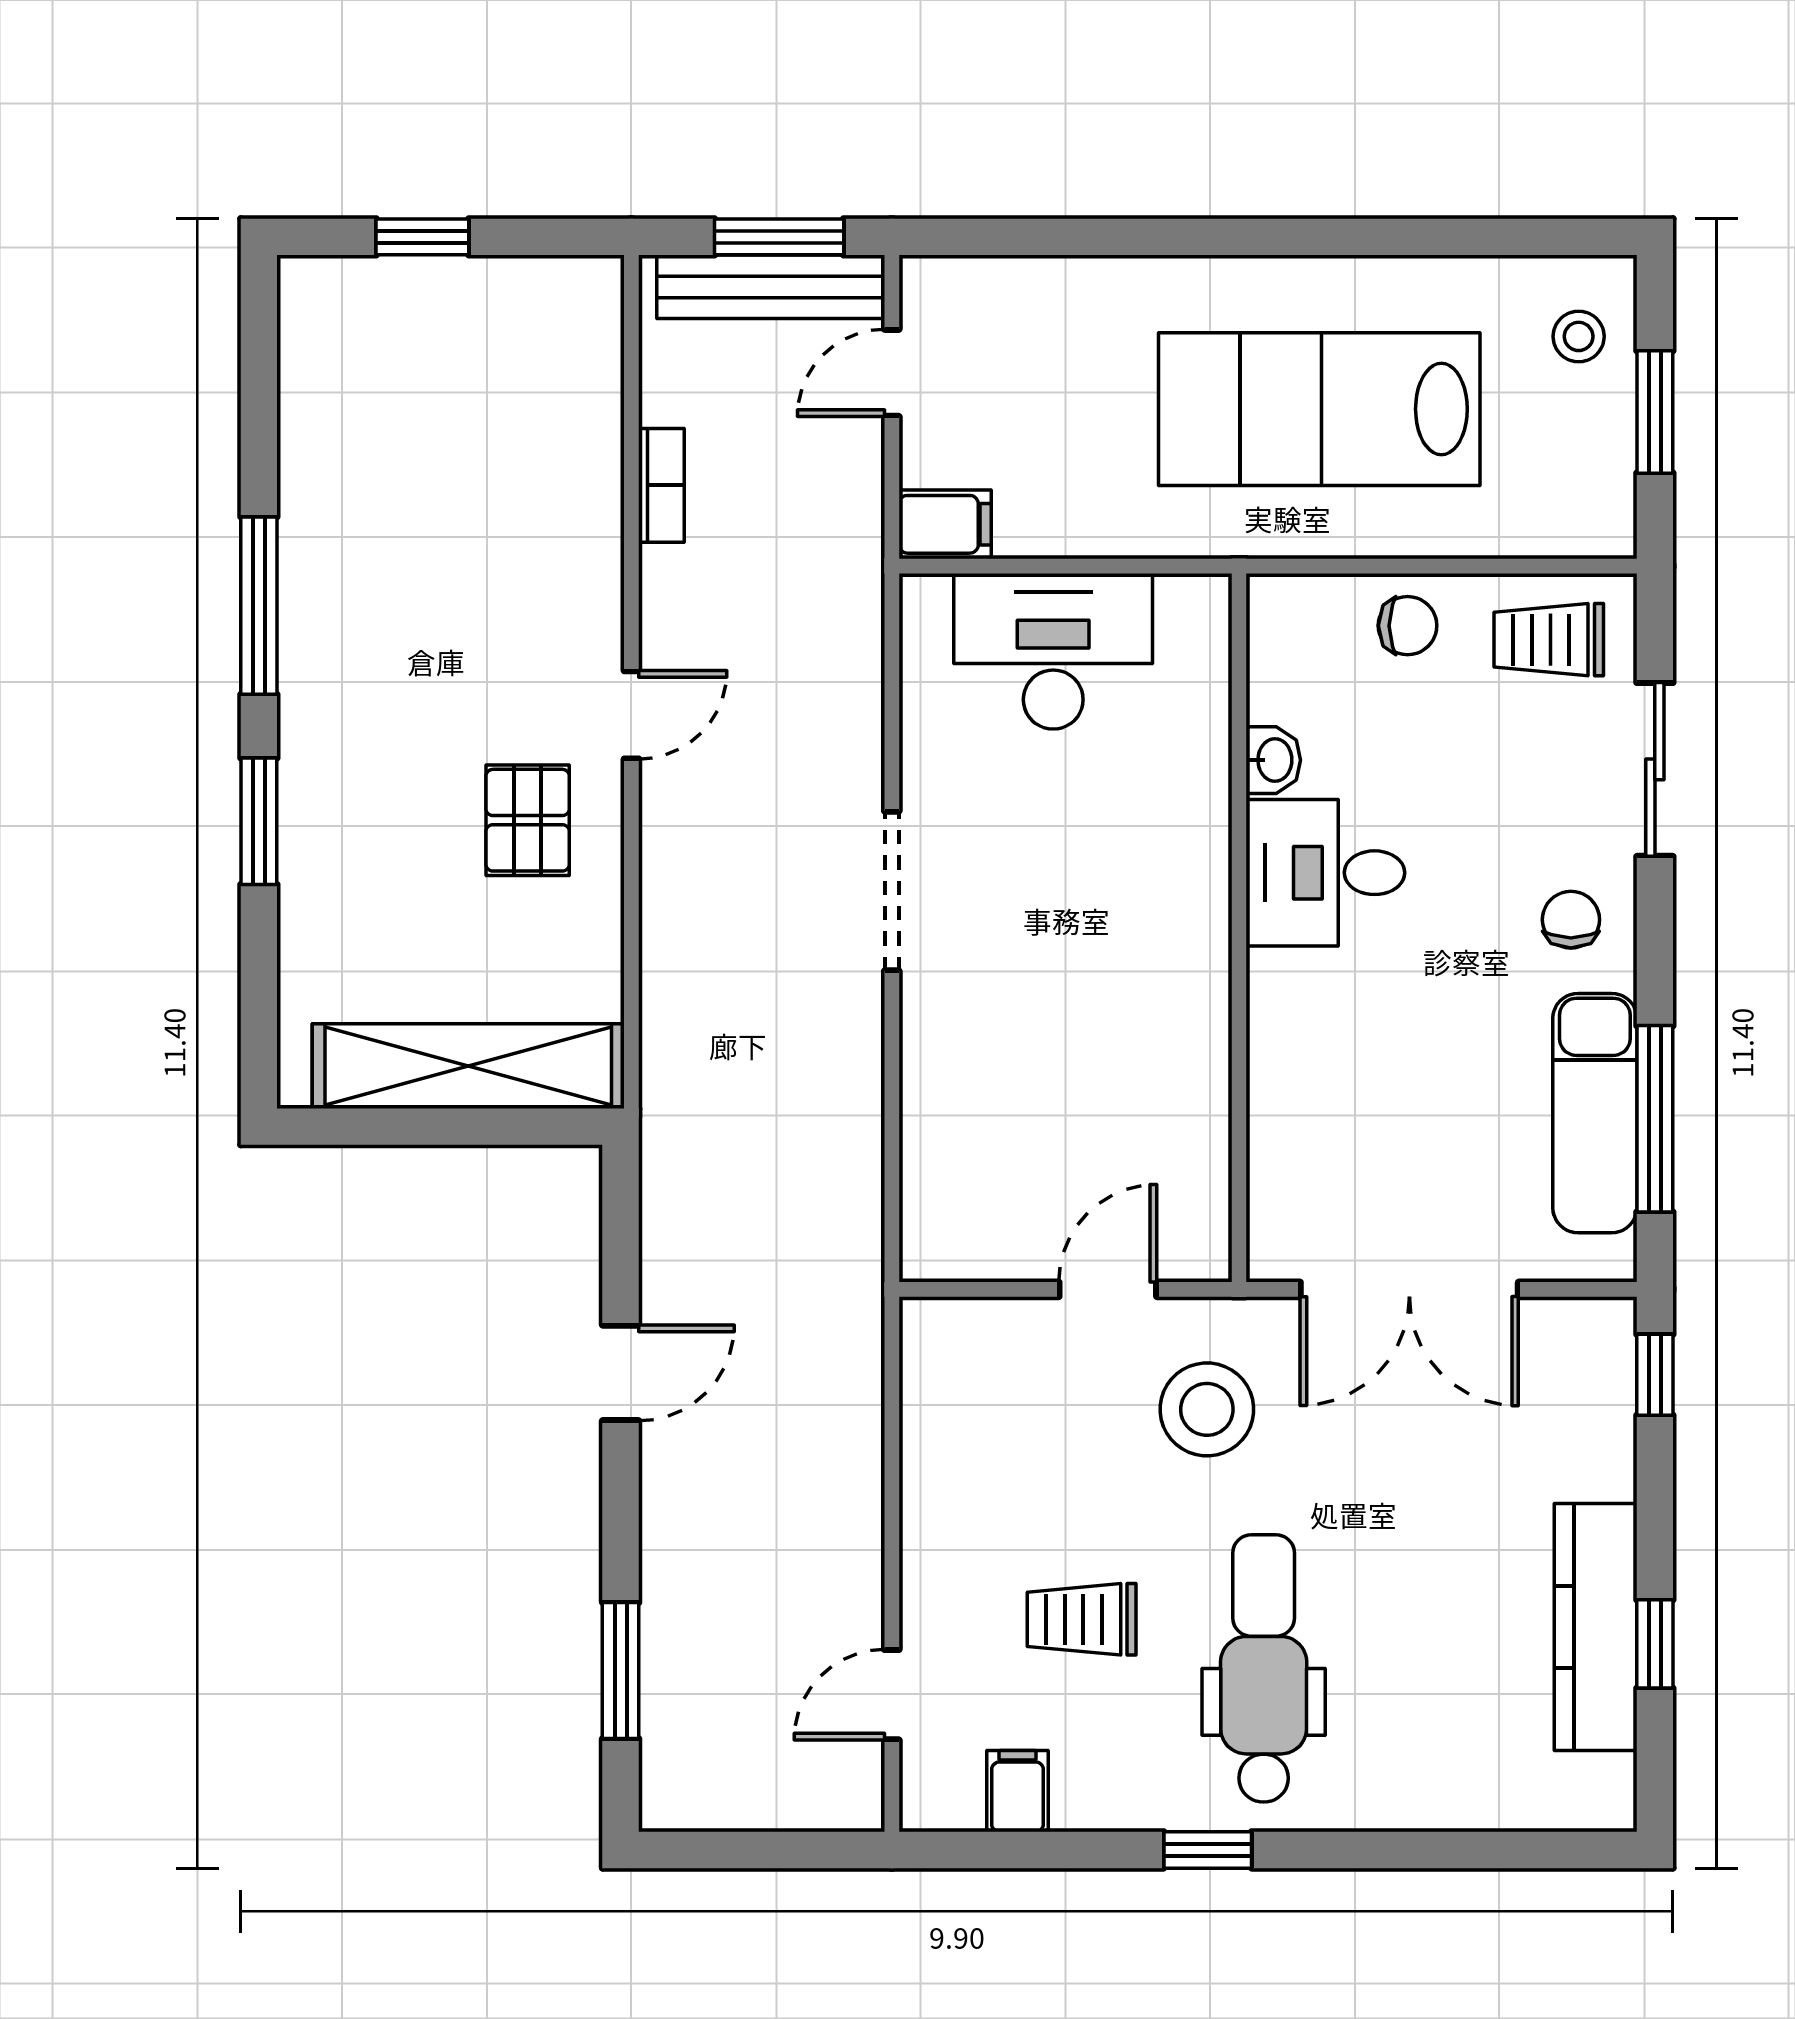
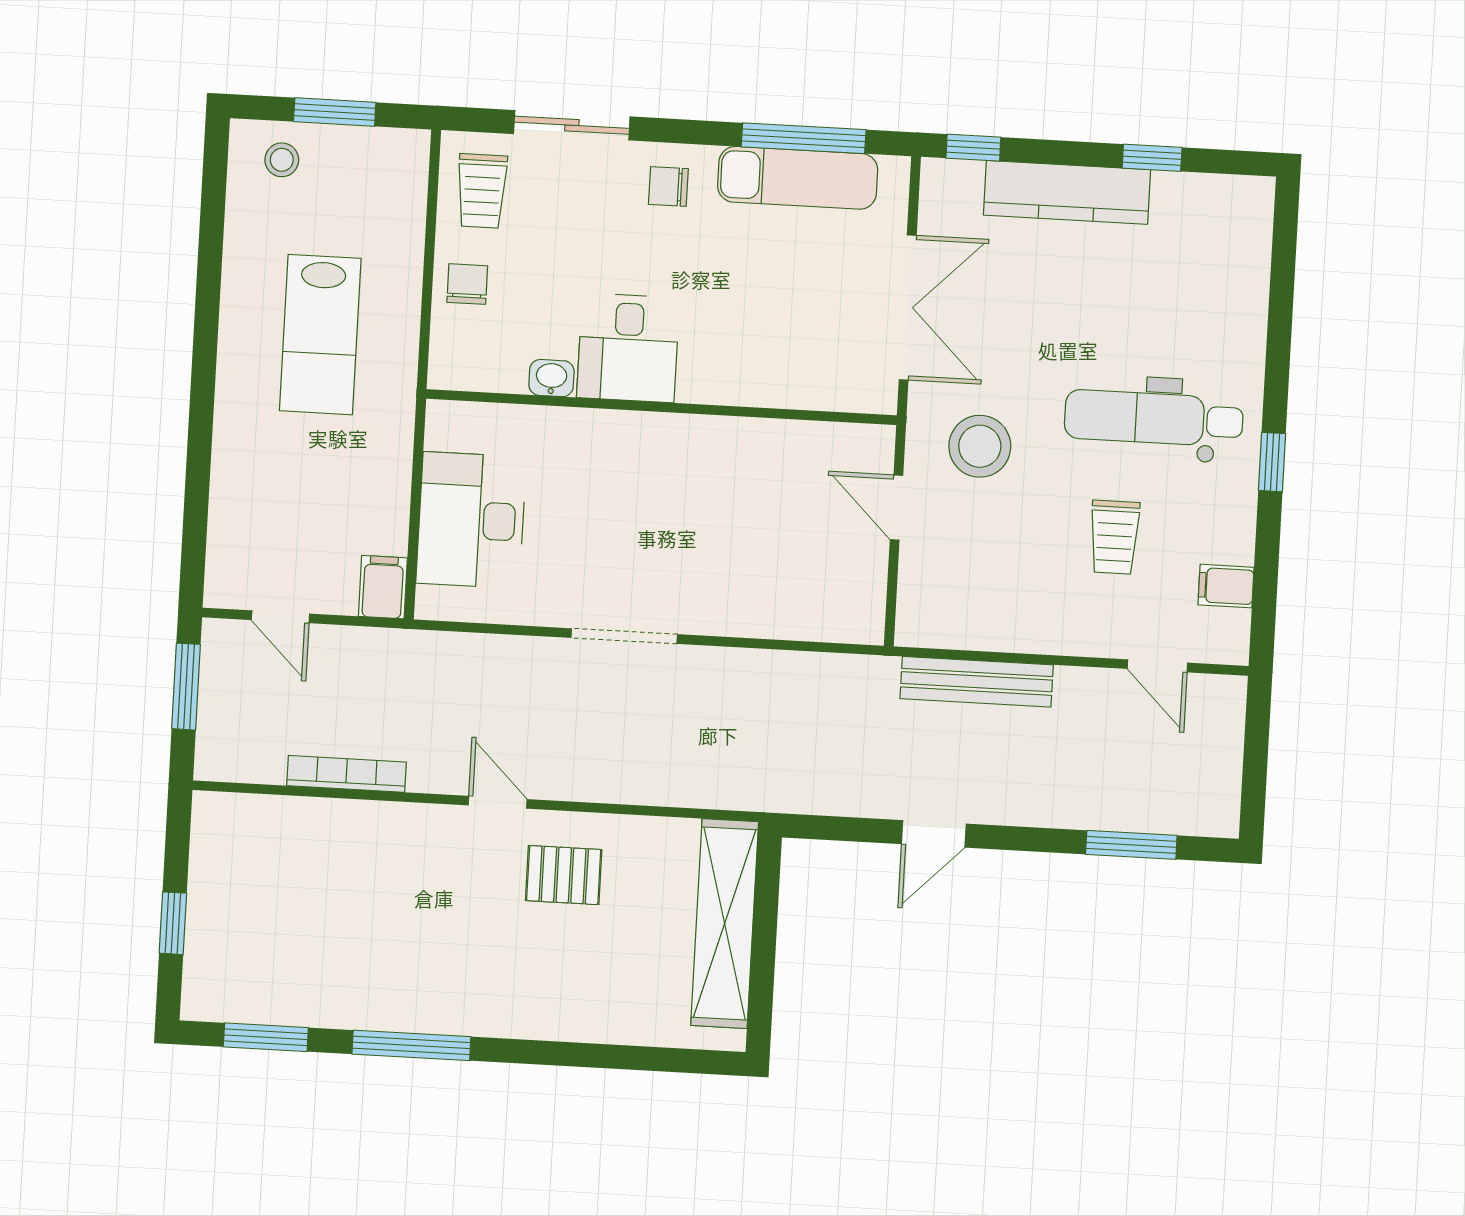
bench: (771, 287) -> (977, 682), moved, turned 90
lab bench: (1319, 409) -> (320, 335), width x0.73, depth x0.72
bookcase: (661, 485) -> (347, 774), width x1.56
window: (259, 821) -> (266, 1037), moved
door: (621, 1373) -> (934, 834), swing flipped
kitchen counter: (1596, 1627) -> (1067, 192), moved

